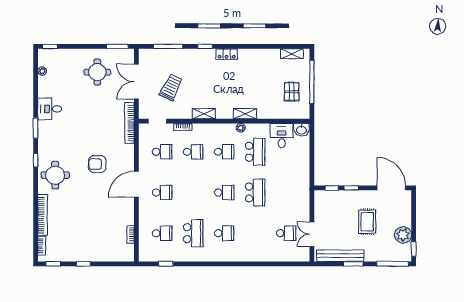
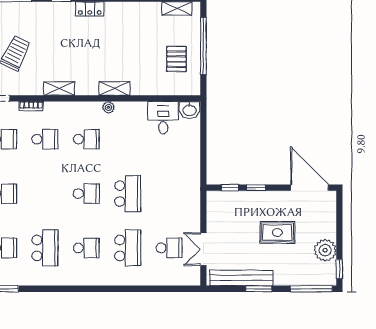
school desk: (255, 152) -> (128, 248), moved
rug: (367, 222) -> (277, 232), turned 90

